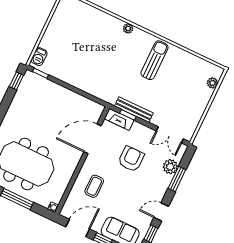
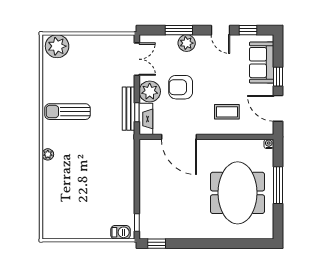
plant: (212, 83) -> (57, 46), width x1.88, depth x1.88
plant: (139, 133) -> (150, 91), added
plant: (170, 167) -> (187, 43), moved

